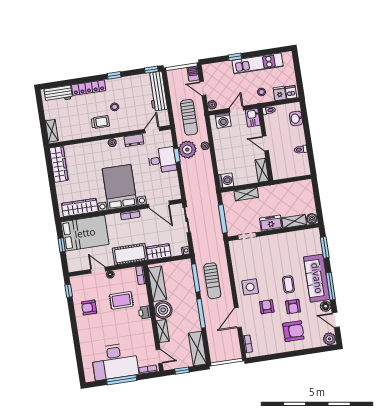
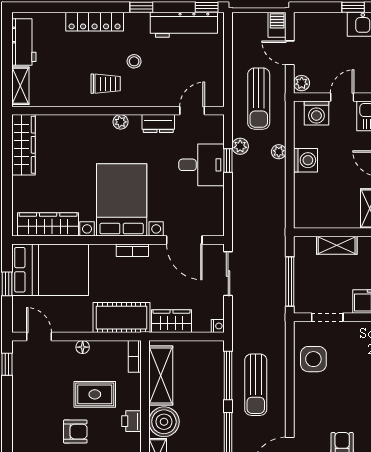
workbench: (158, 91) -> (184, 25), moved, turned -90
workbench: (58, 94) -> (24, 42), moved, turned -90
plant: (187, 150) -> (240, 146), width x0.53, depth x0.53
washing machine: (226, 180) -> (306, 160), moved
door: (98, 270) -> (39, 337), moved
side table: (250, 287) -> (313, 359), moved
armchair: (89, 307) -> (75, 432), moved, turned 180

